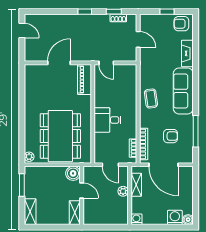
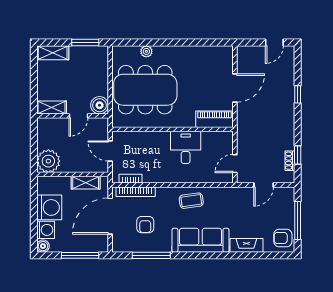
window: (85, 12) -> (298, 94), moved
window: (167, 12) -> (298, 220), width x2.17
armchair: (181, 24) -> (283, 238), turned -90
door: (59, 63) -> (235, 88), hinge flipped
door: (106, 63) -> (235, 164), moved
desk: (107, 120) -> (186, 147), moved
plant: (29, 157) -> (146, 51), moved
door: (110, 165) -> (110, 151), hinge flipped
window: (196, 189) -> (80, 255), added
plant: (123, 191) -> (48, 161), moved, width x1.88, depth x1.88
washing machine: (136, 219) -> (49, 207), moved, width x1.89, depth x1.89

